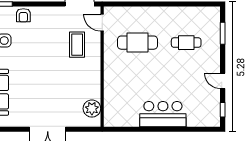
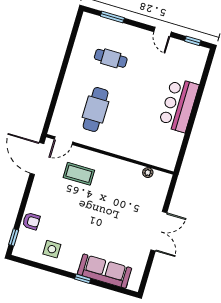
cafe table: (186, 43) -> (111, 58), turned 90
door: (223, 81) -> (162, 32), hinge flipped
plant: (92, 109) -> (148, 173), width x0.53, depth x0.53

